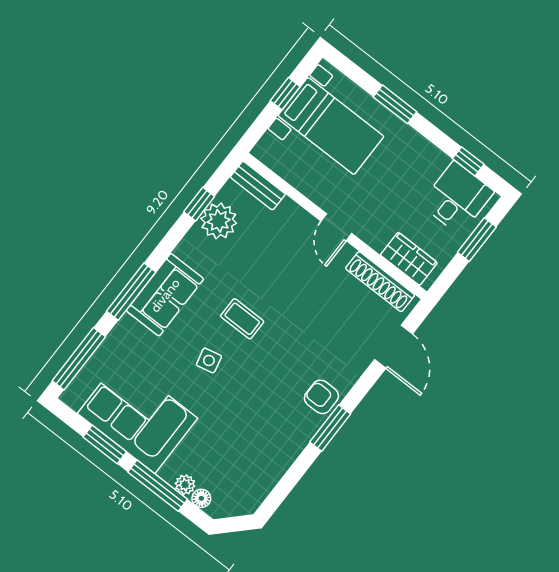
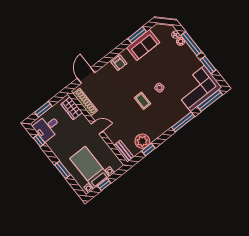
door: (336, 227) -> (97, 127), hinge flipped
sofa: (165, 295) -> (143, 45), moved, turned 180
corner sofa: (138, 416) -> (198, 89), moved, turned 90
window: (330, 428) -> (137, 35), moved

